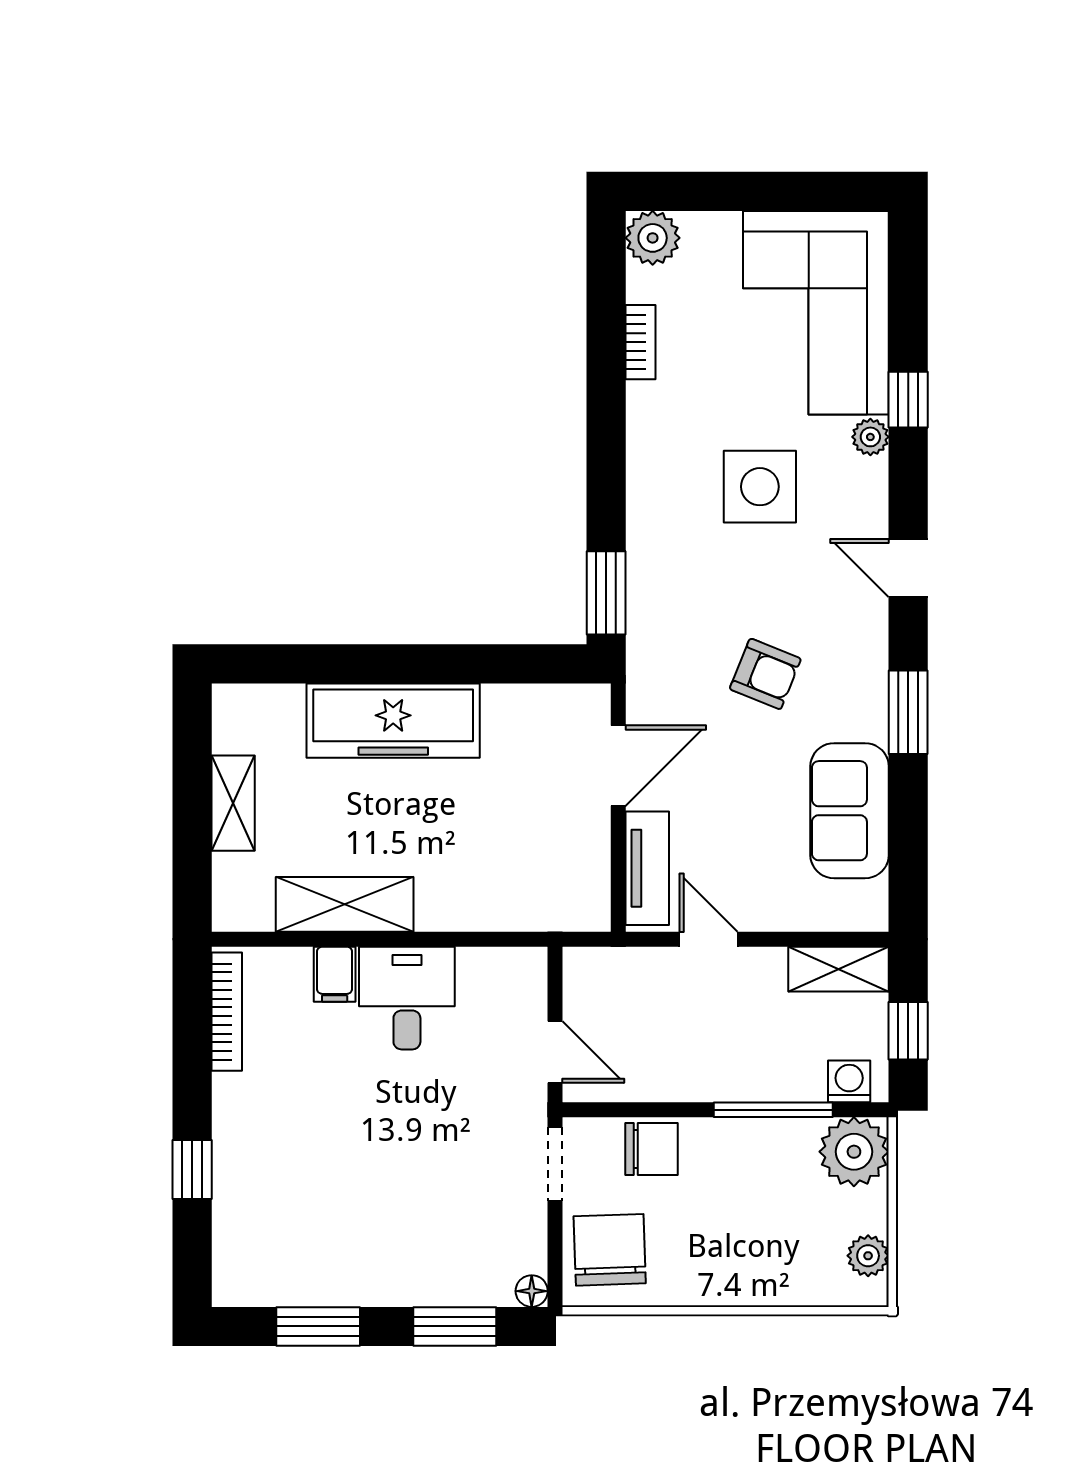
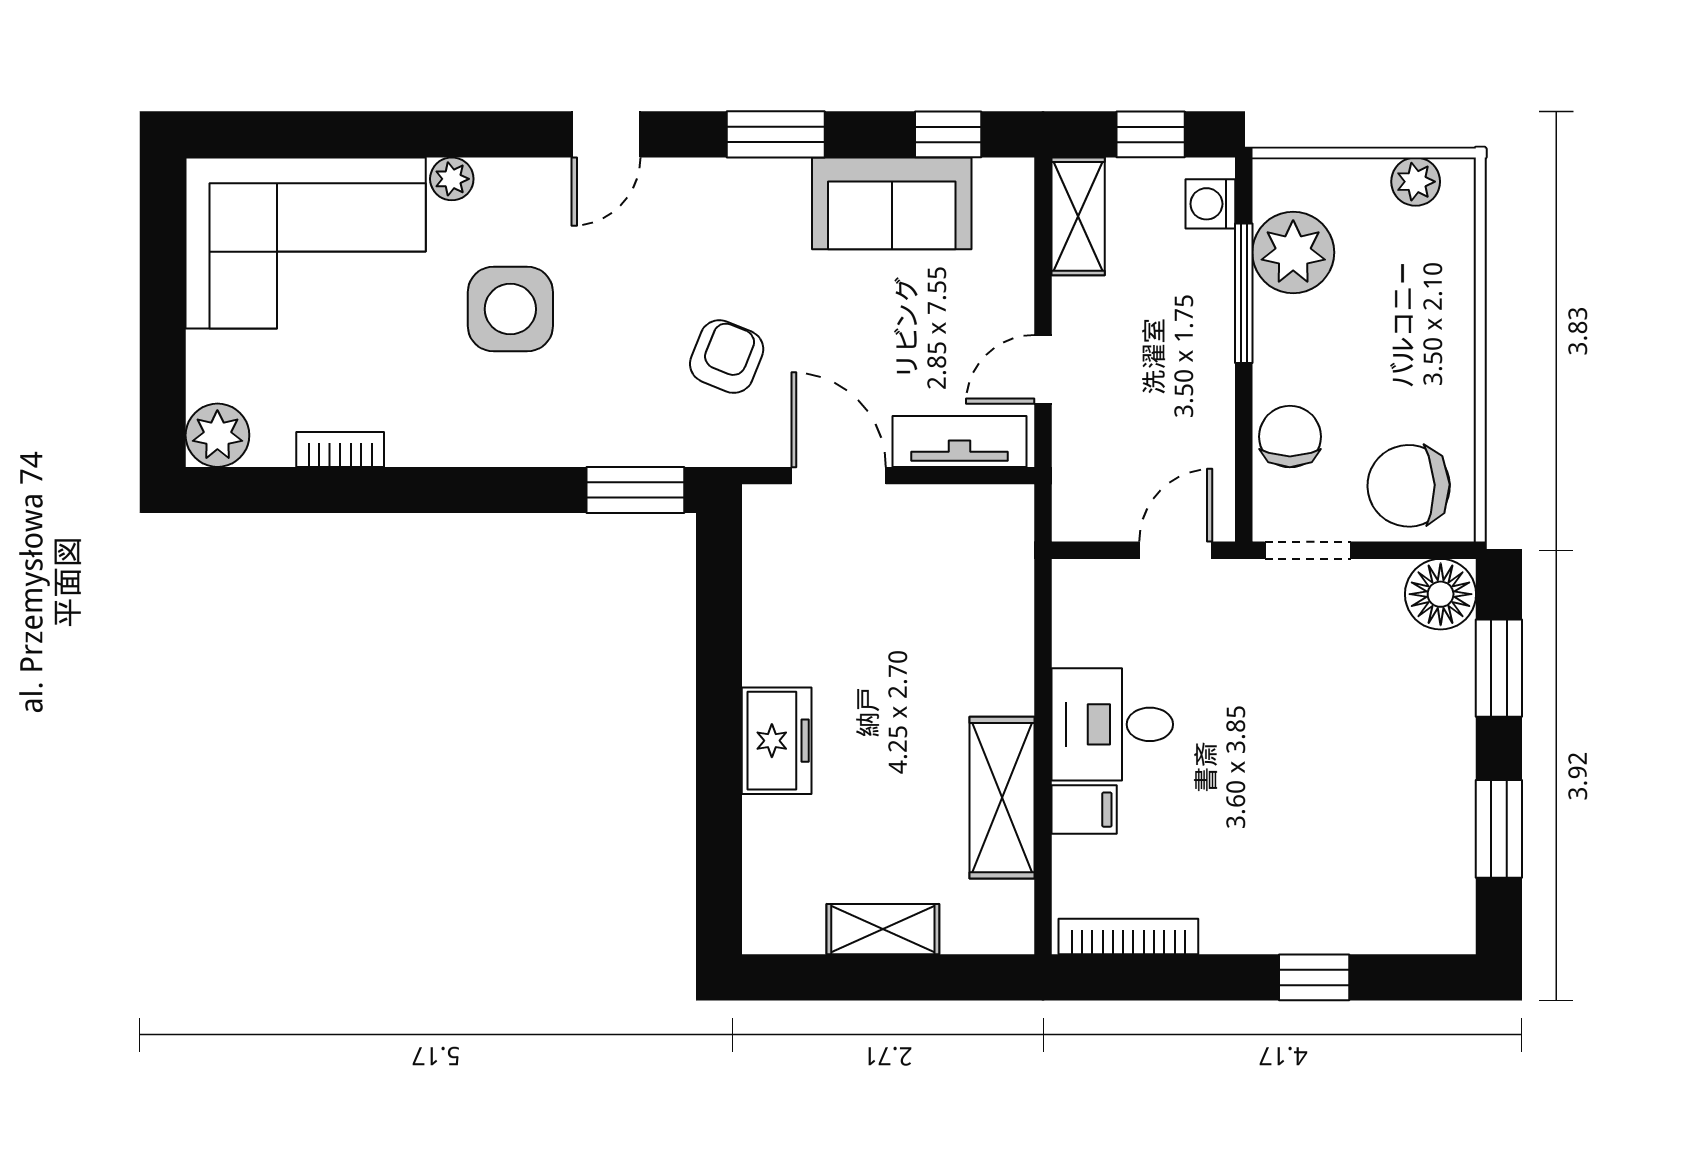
window: (908, 400) -> (948, 134), moved
armchair: (765, 674) -> (727, 357), moved
freezer: (393, 721) -> (777, 741), width x0.52, depth x0.79
plant: (854, 1152) -> (1293, 252), moved
floor lamp: (532, 1291) -> (1441, 594), width x1.89, depth x1.89

